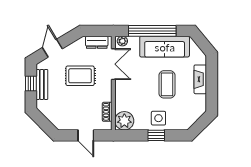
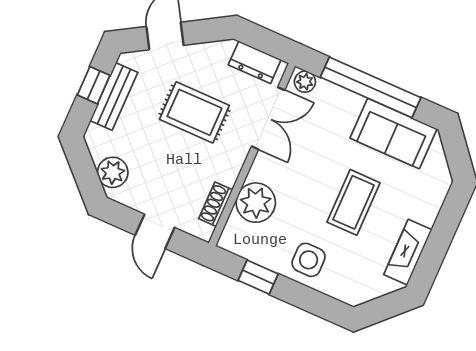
sofa: (165, 47) -> (393, 134), width x0.73
fireplace: (200, 79) -> (408, 252), moved
plant: (56, 118) -> (113, 172), added
plant: (124, 121) -> (256, 203), moved
window: (156, 135) -> (258, 277), moved

